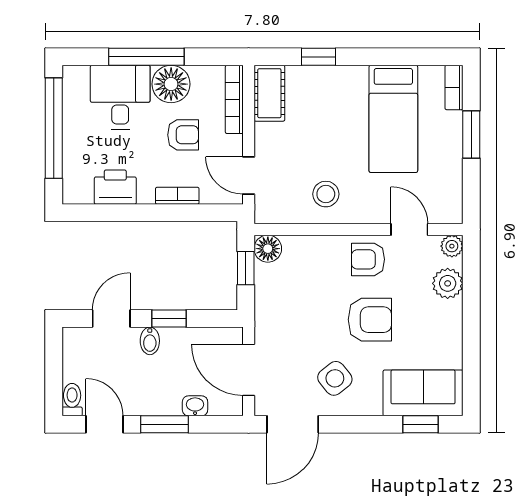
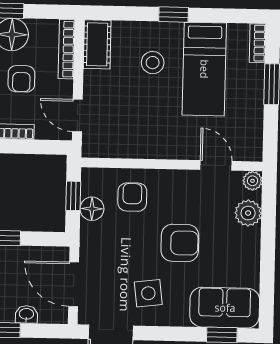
window: (319, 57) -> (174, 15), moved
armchair: (183, 135) -> (21, 79), turned 90
stool: (326, 194) -> (153, 63), moved
floor lamp: (268, 249) -> (92, 209), moved
armchair: (368, 259) -> (132, 197), moved, turned 90
side table: (335, 378) -> (148, 293), turned 32

